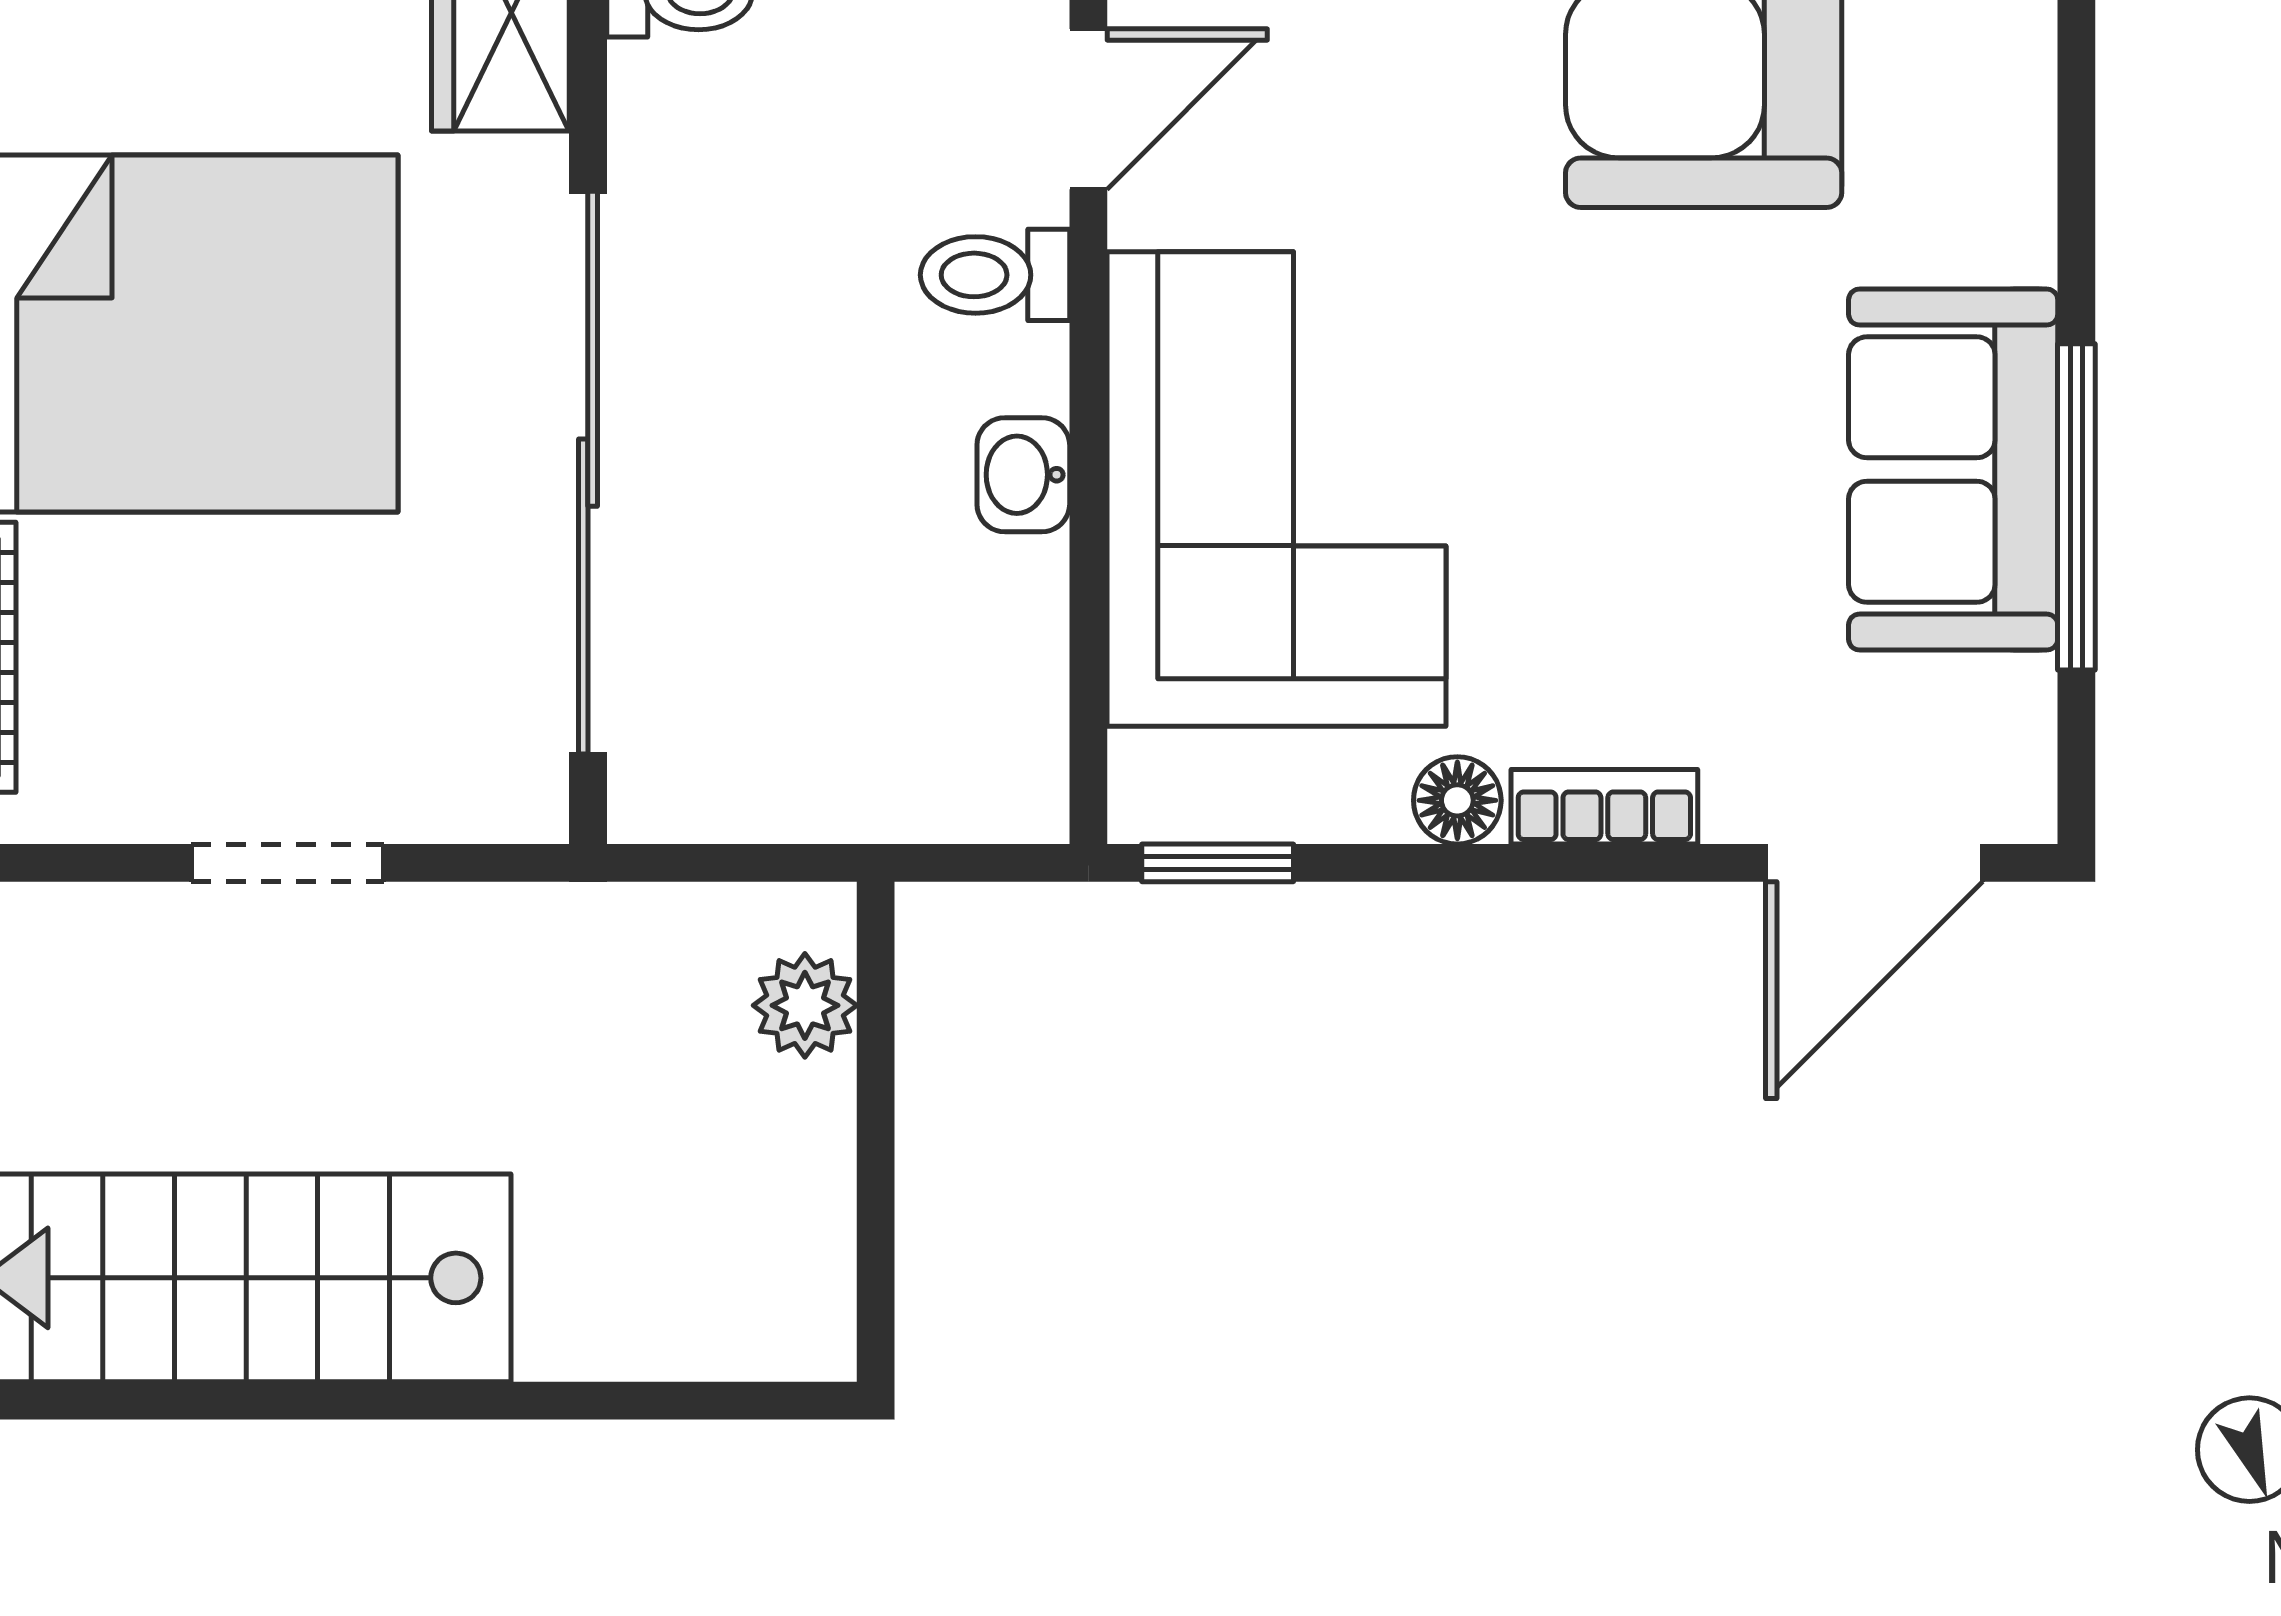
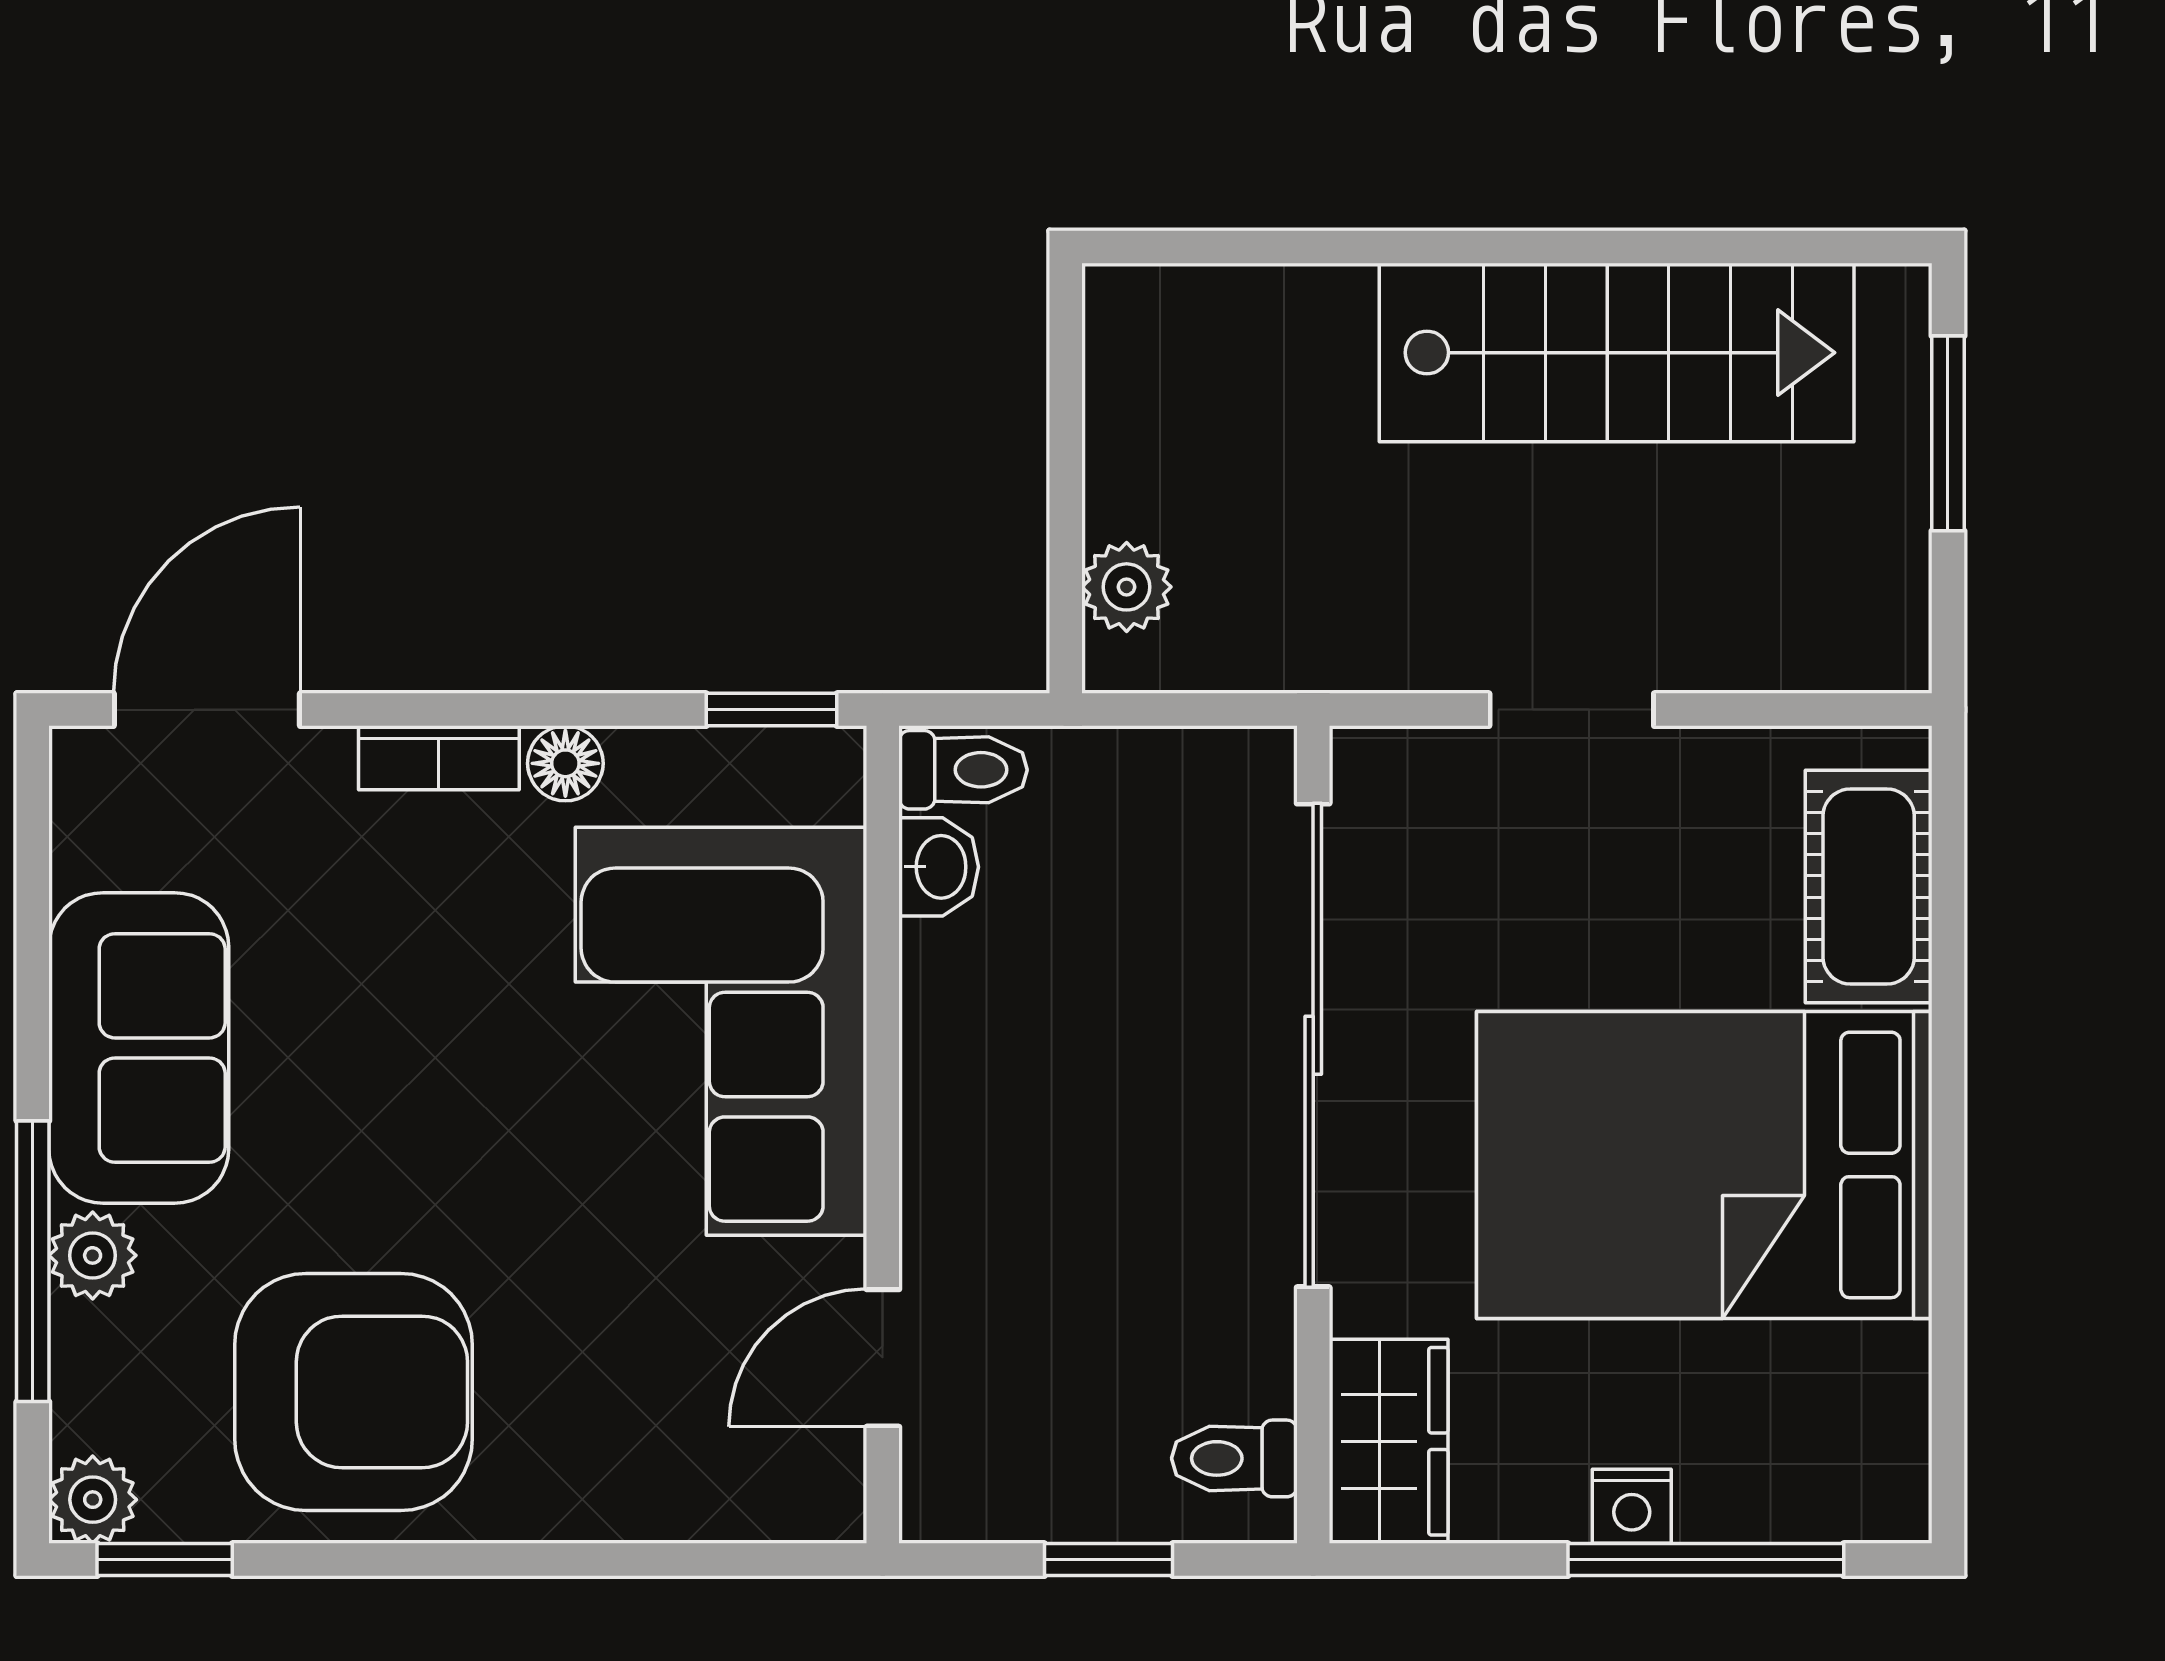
plant: (2007, 228) -> (93, 1255), added
toilet: (995, 275) -> (963, 770), moved
washbasin: (1023, 475) -> (939, 867), moved
window: (2076, 507) -> (33, 1261), moved

